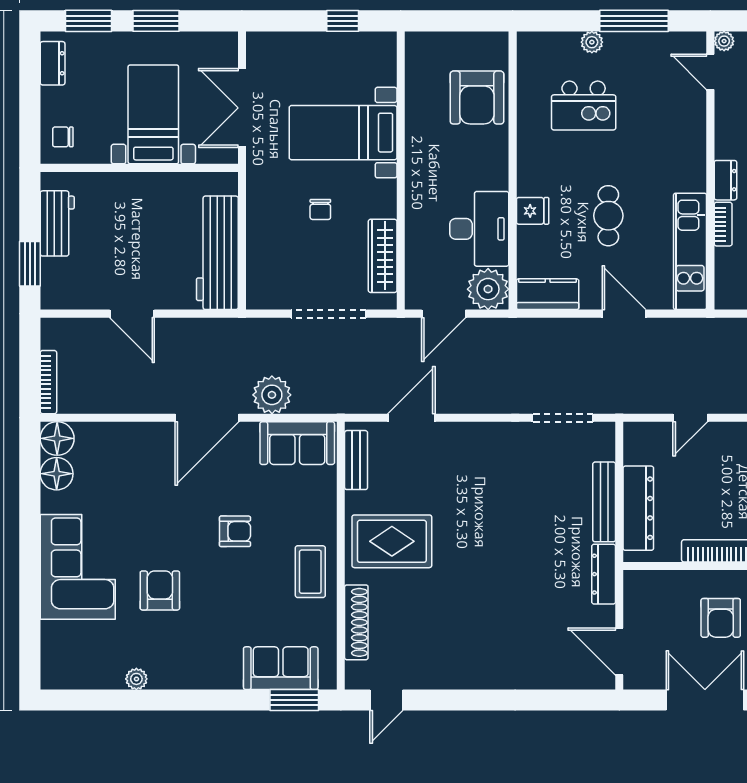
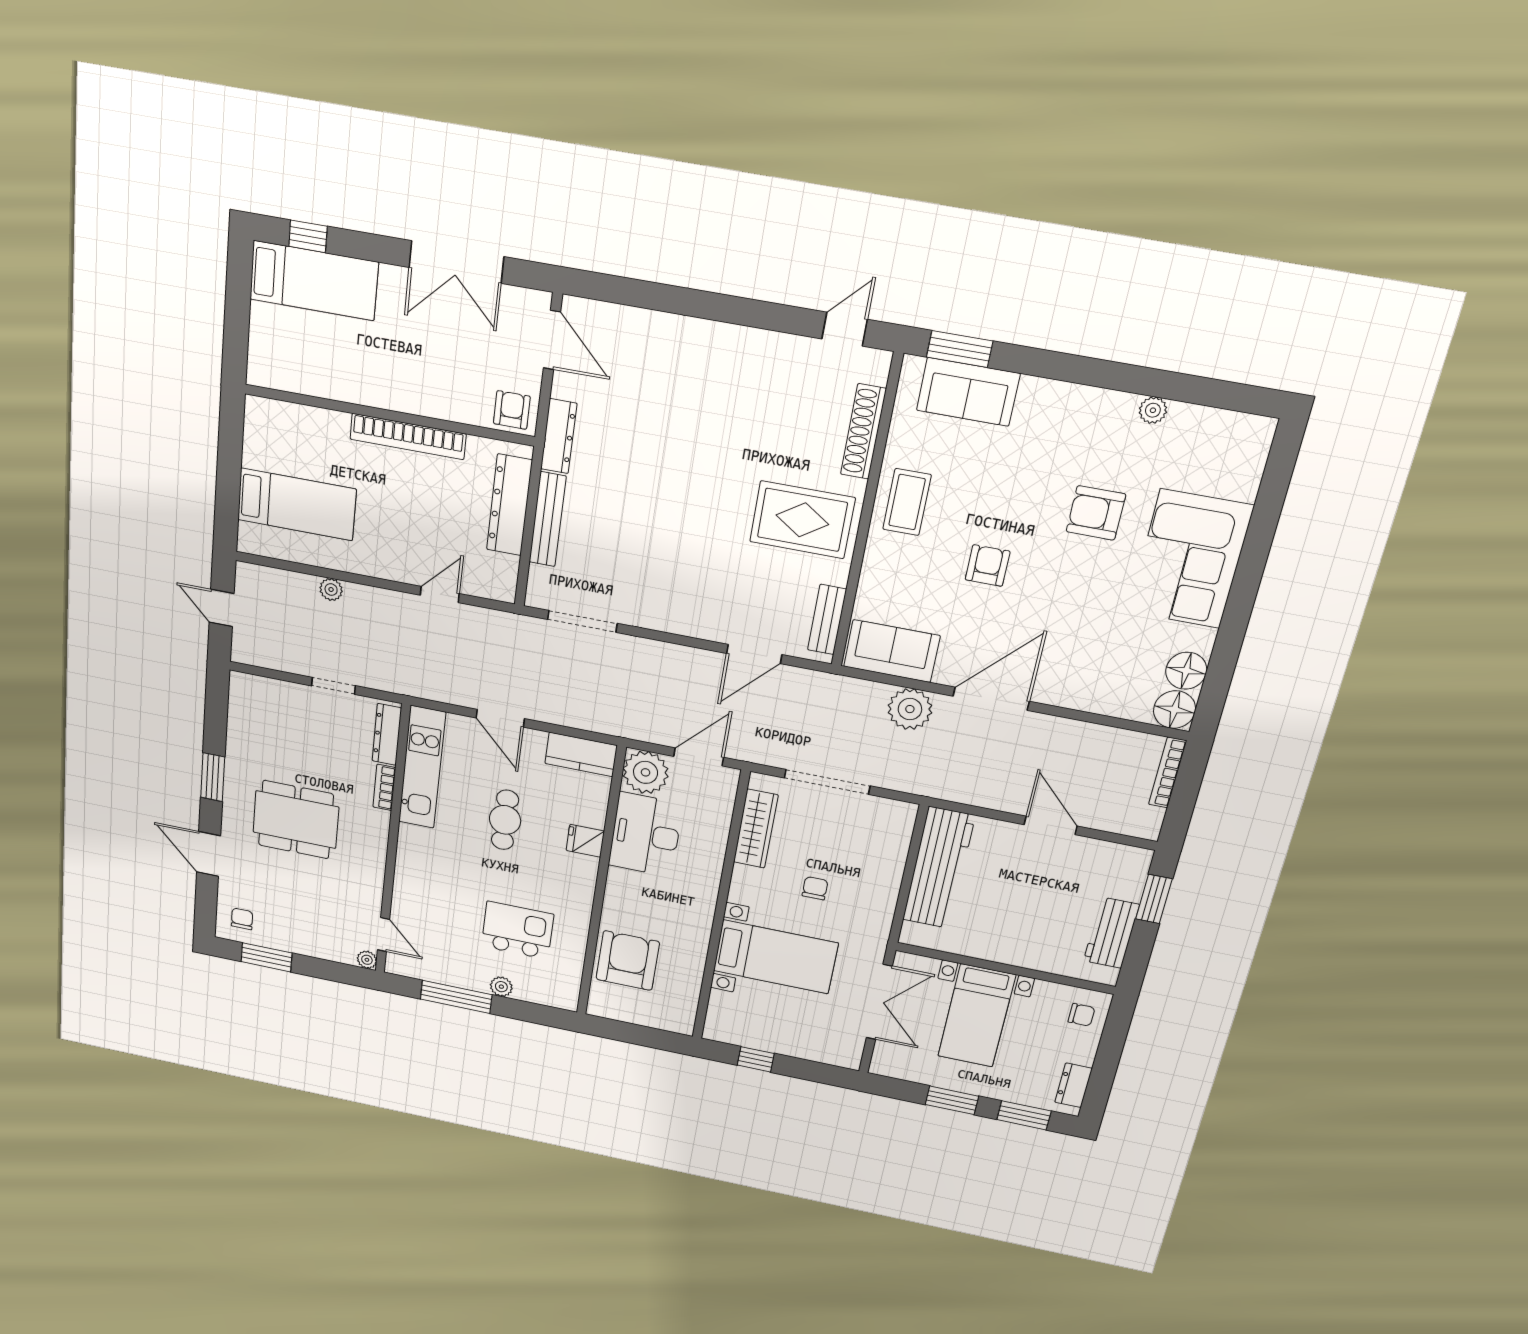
dresser: (725, 180) -> (387, 734), moved, width x1.44
armchair: (235, 531) -> (988, 566), turned 90
armchair: (160, 590) -> (1096, 513), turned 90
armchair: (721, 618) -> (512, 410), moved, width x0.72, depth x0.72

